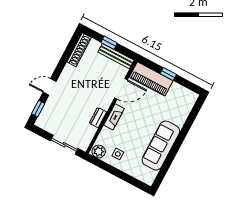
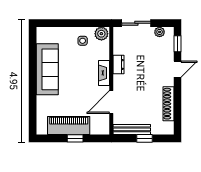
shoe rack: (79, 50) -> (169, 104), moved
piano: (151, 79) -> (69, 126), moved
plant: (48, 127) -> (160, 32), added

